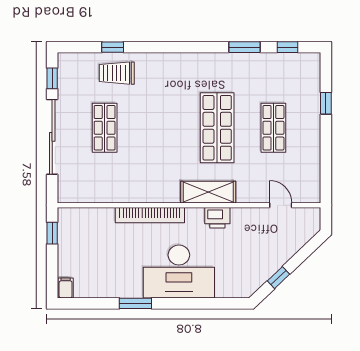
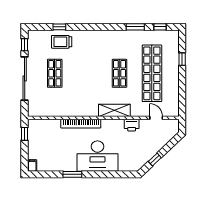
shop shelf: (217, 128) -> (119, 73), width x0.70, depth x0.74
shop shelf: (273, 128) -> (152, 73), width x2.00, depth x1.36
printer: (217, 218) -> (132, 125), moved

